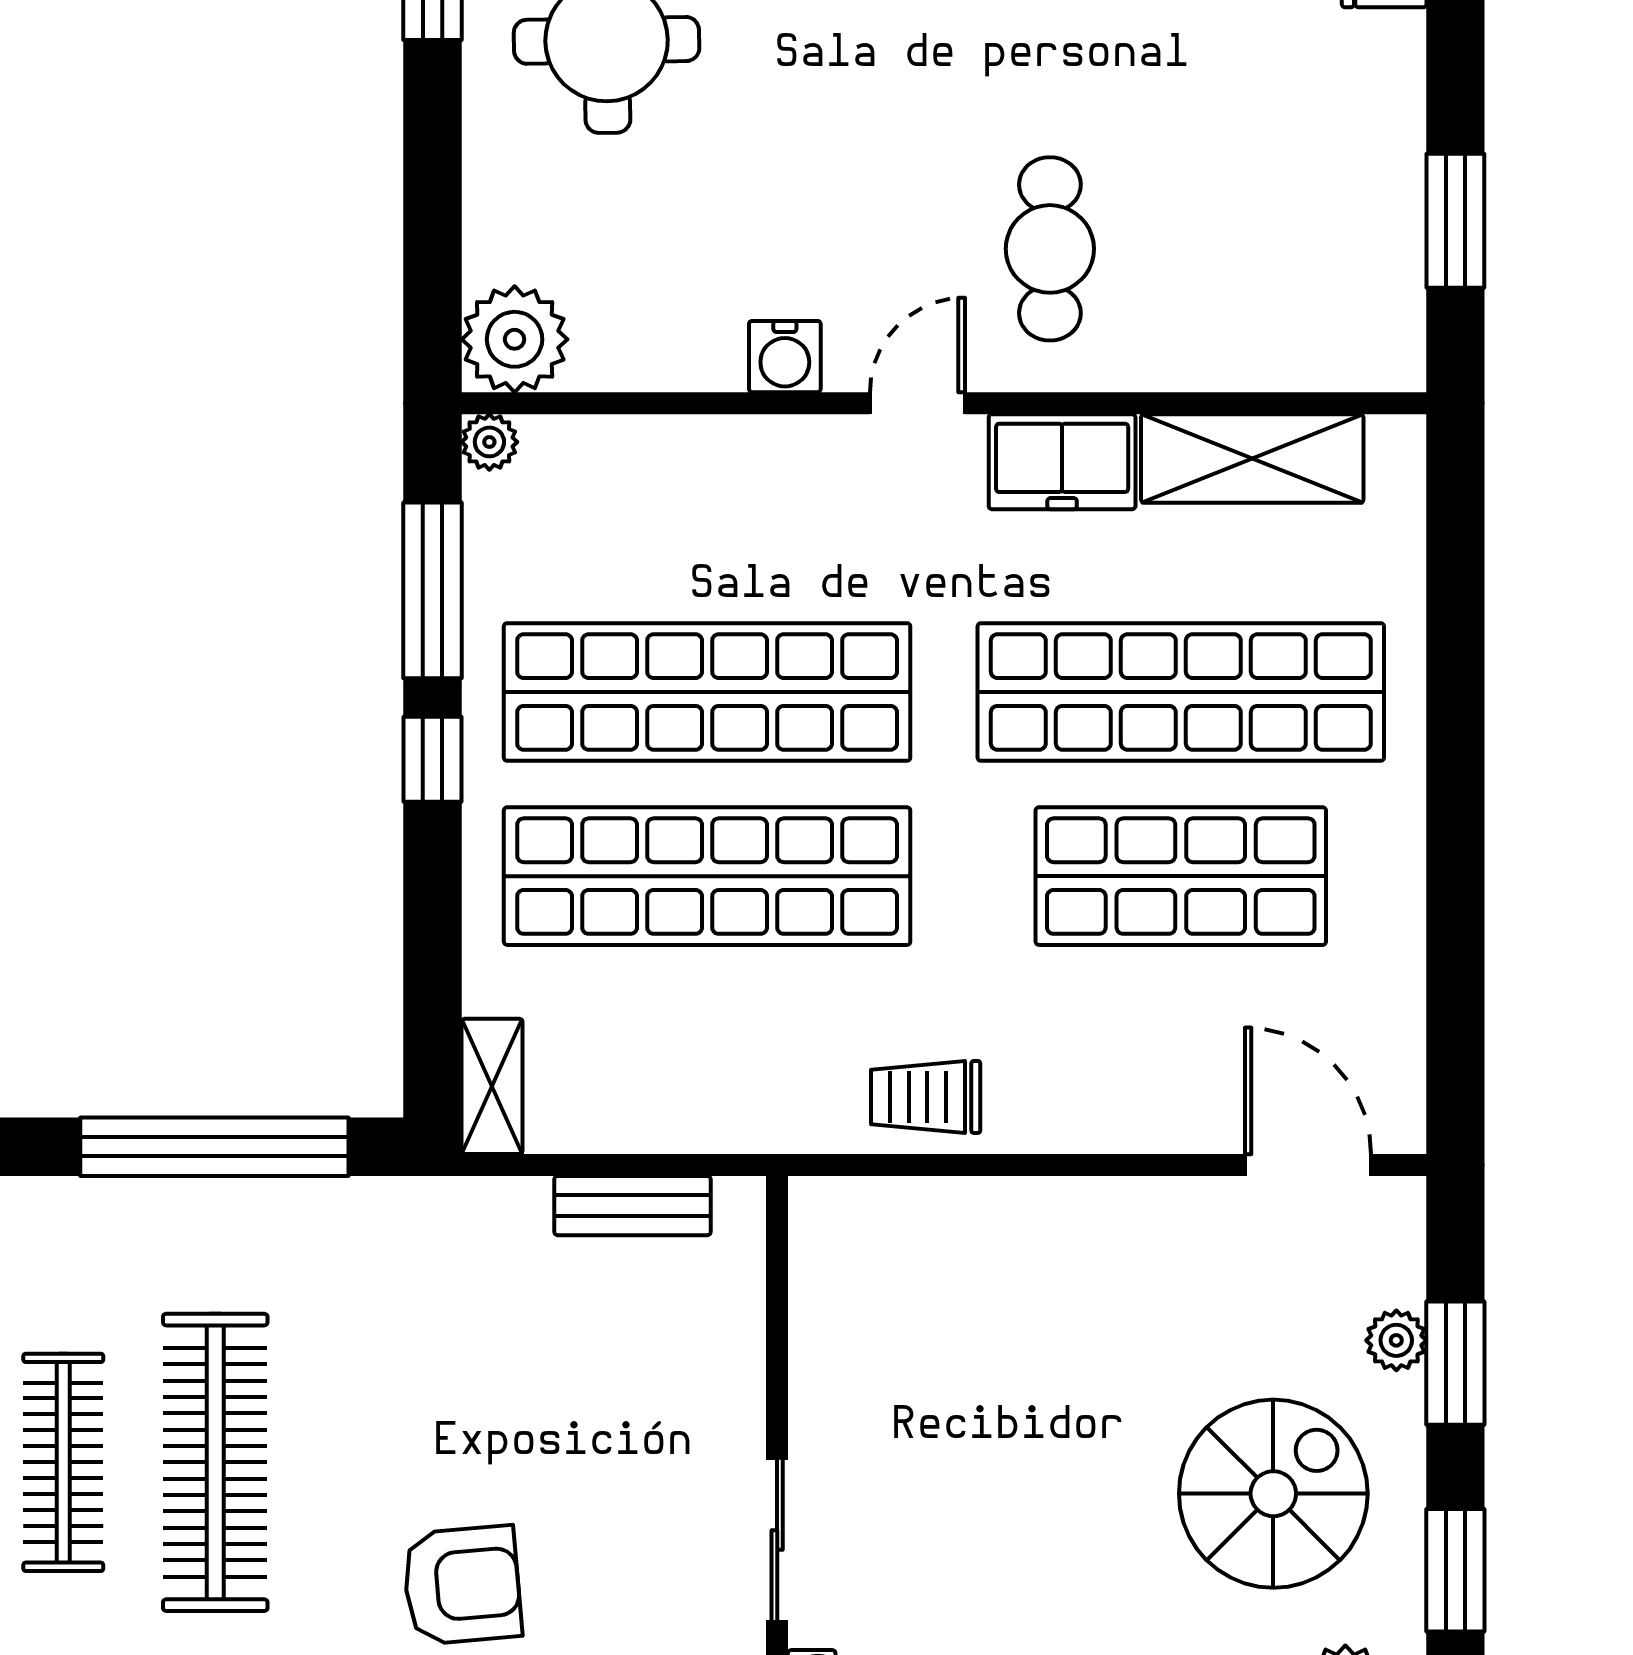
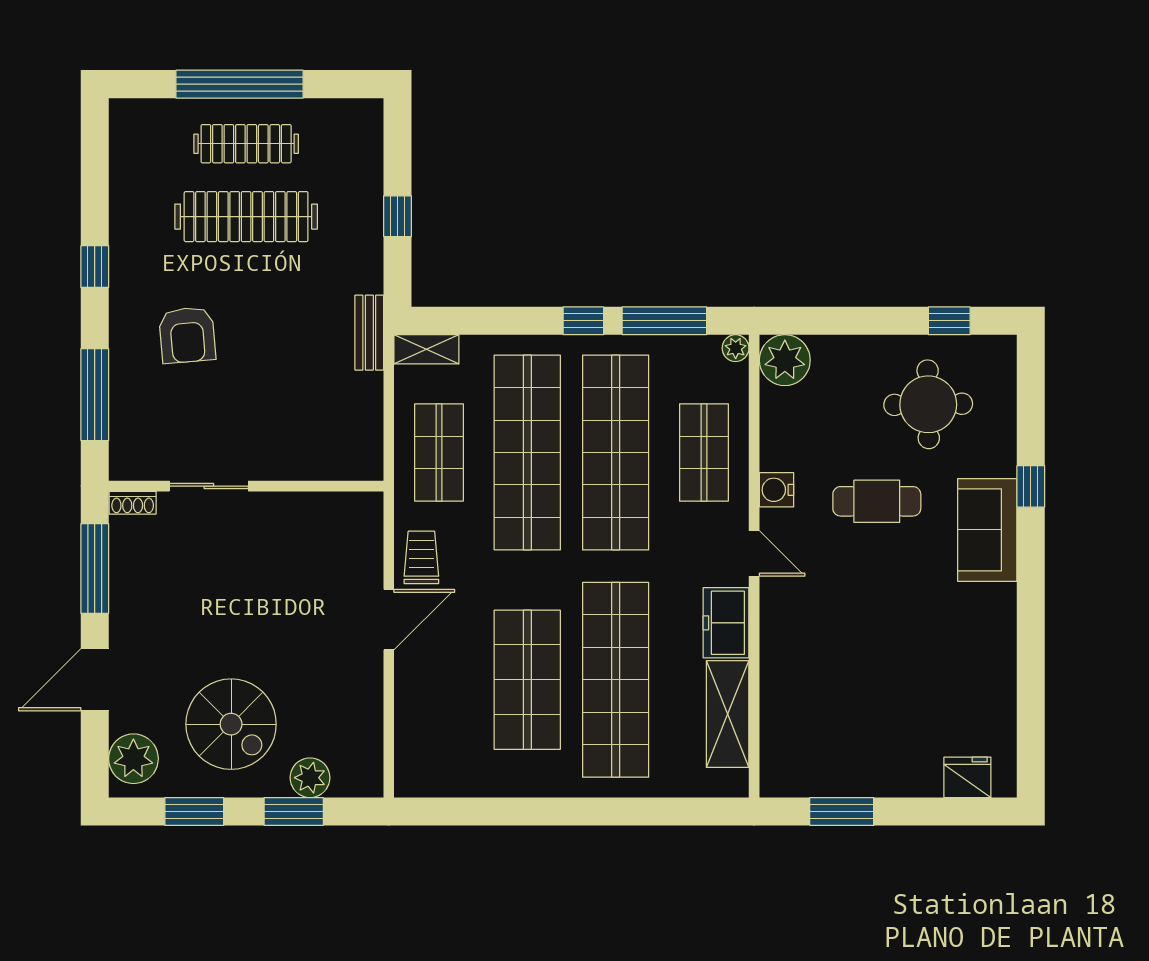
cafe table: (1050, 249) -> (877, 501), moved
shop shelf: (707, 508) -> (704, 453), added
shop shelf: (707, 1060) -> (439, 453), added
window: (214, 1147) -> (397, 216), width x0.32
door: (1308, 1165) -> (389, 620), moved
bench: (632, 1206) -> (369, 333), moved
plant: (1396, 1340) -> (310, 778), width x1.38, depth x1.38

